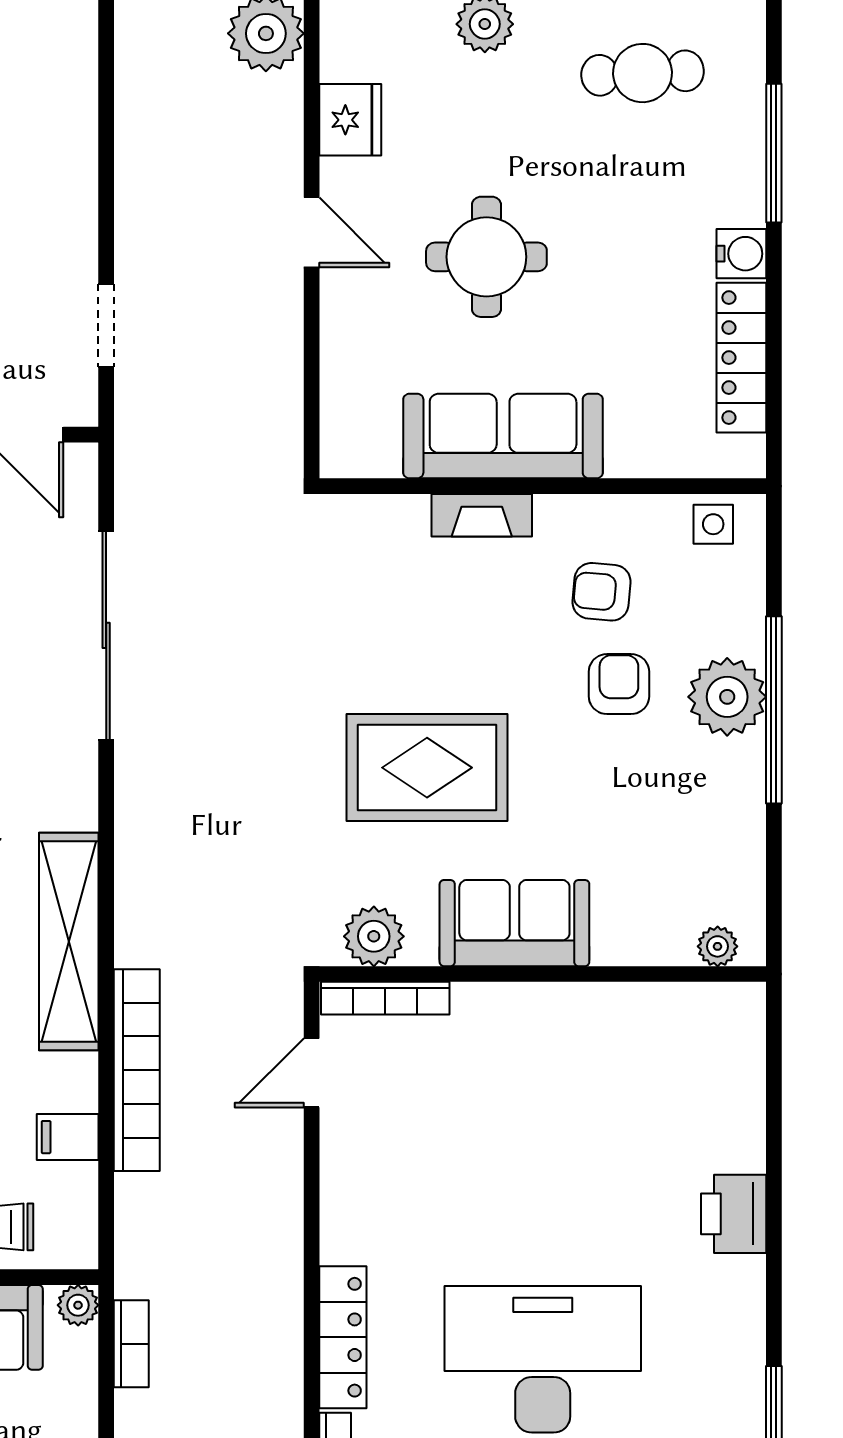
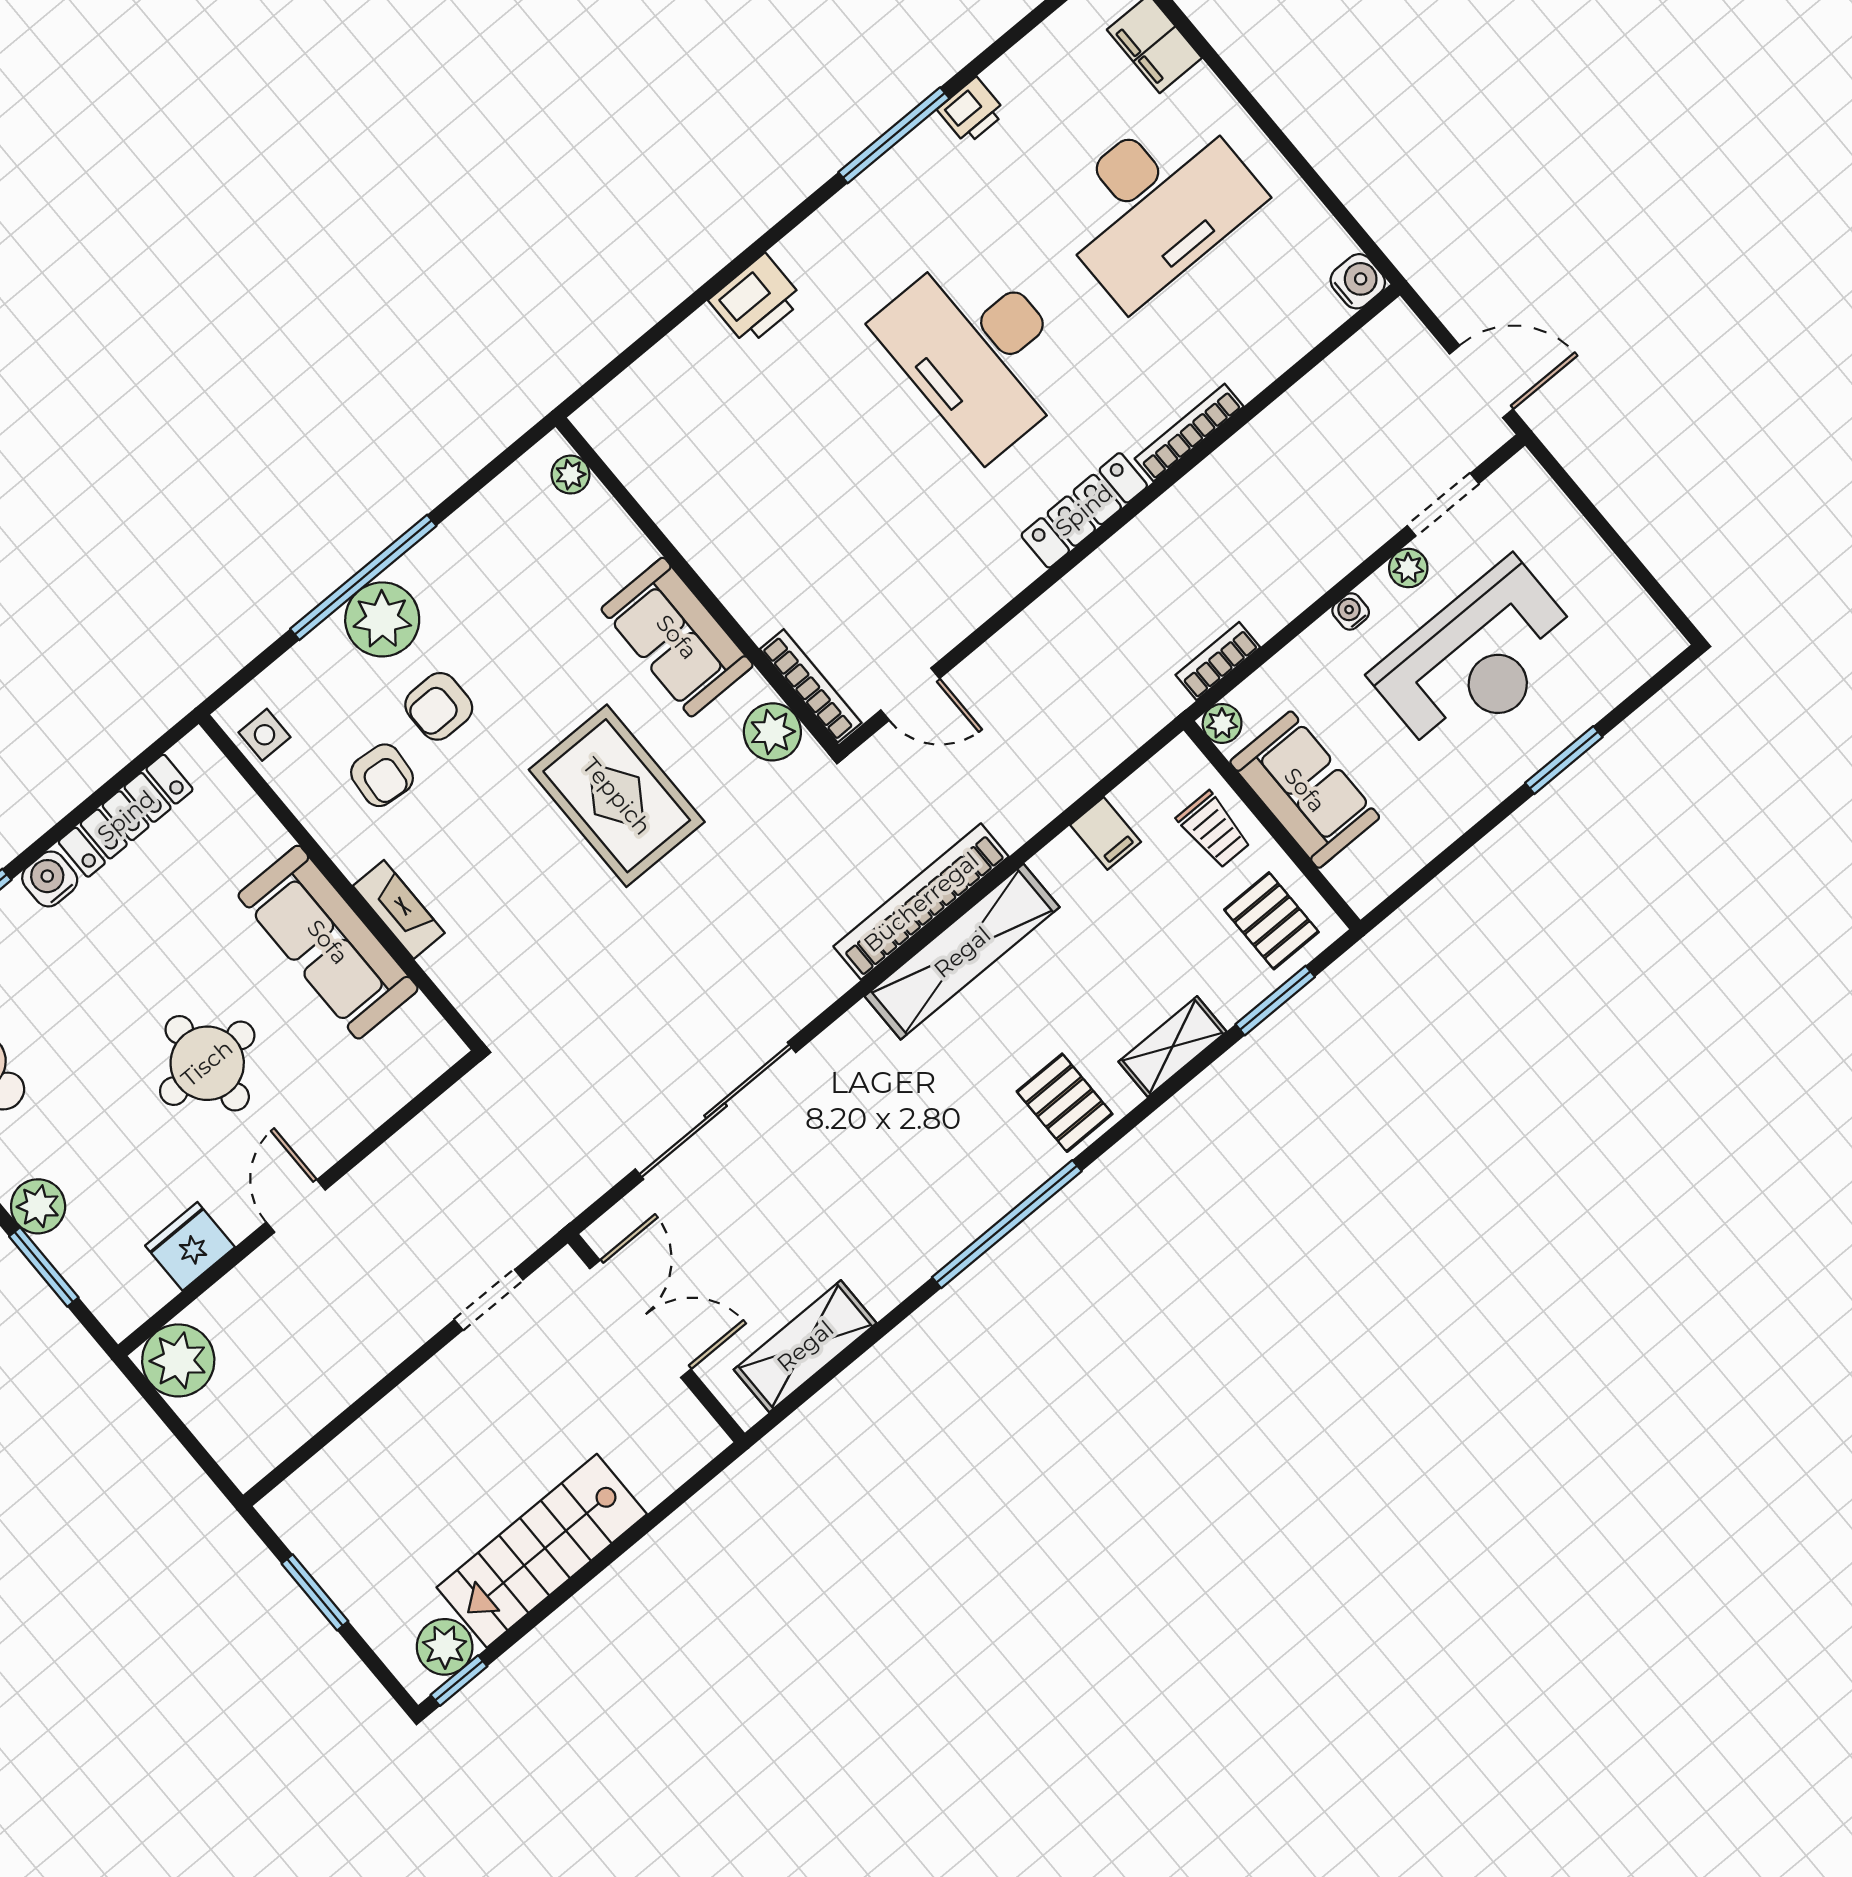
bookcase: (137, 1070) -> (921, 902), moved

